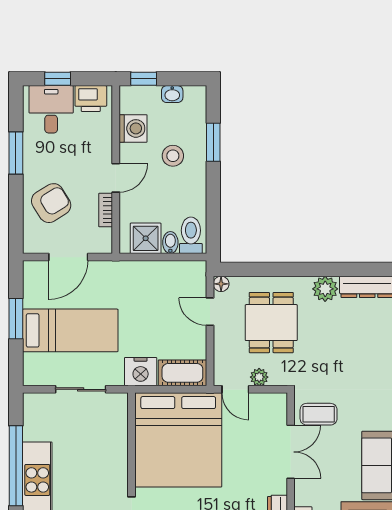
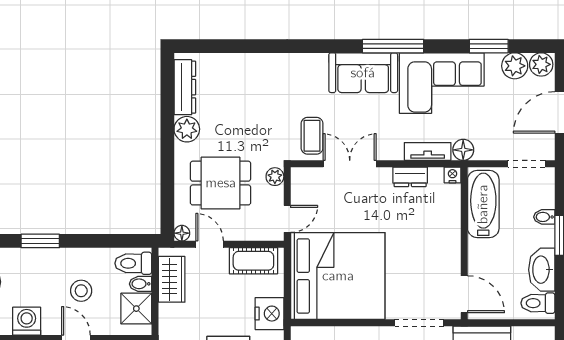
stool: (173, 156) -> (81, 291), moved
wardrobe: (175, 274) -> (172, 279), added
door: (210, 312) -> (210, 244), swing flipped
cot: (182, 373) -> (253, 261), moved, turned 90
plant: (259, 377) -> (275, 177), moved

